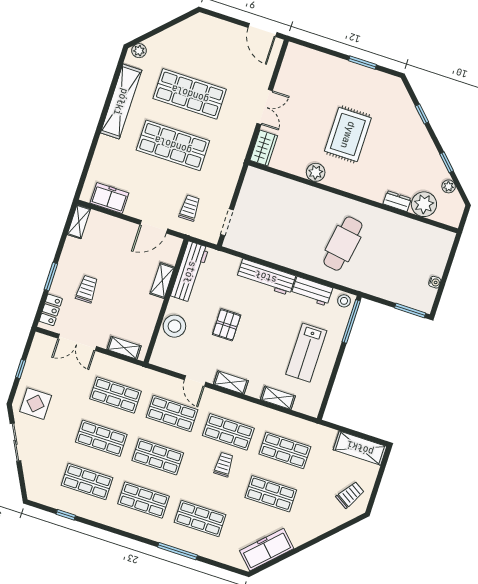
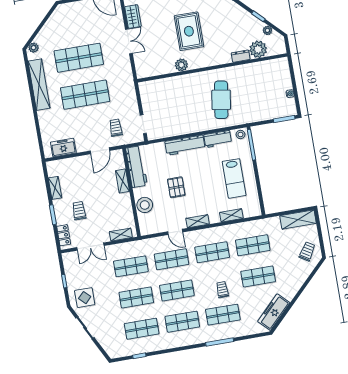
wardrobe: (264, 148) -> (133, 17), moved
shelving: (79, 222) -> (55, 188), moved
trolley: (224, 465) -> (222, 290), moved

